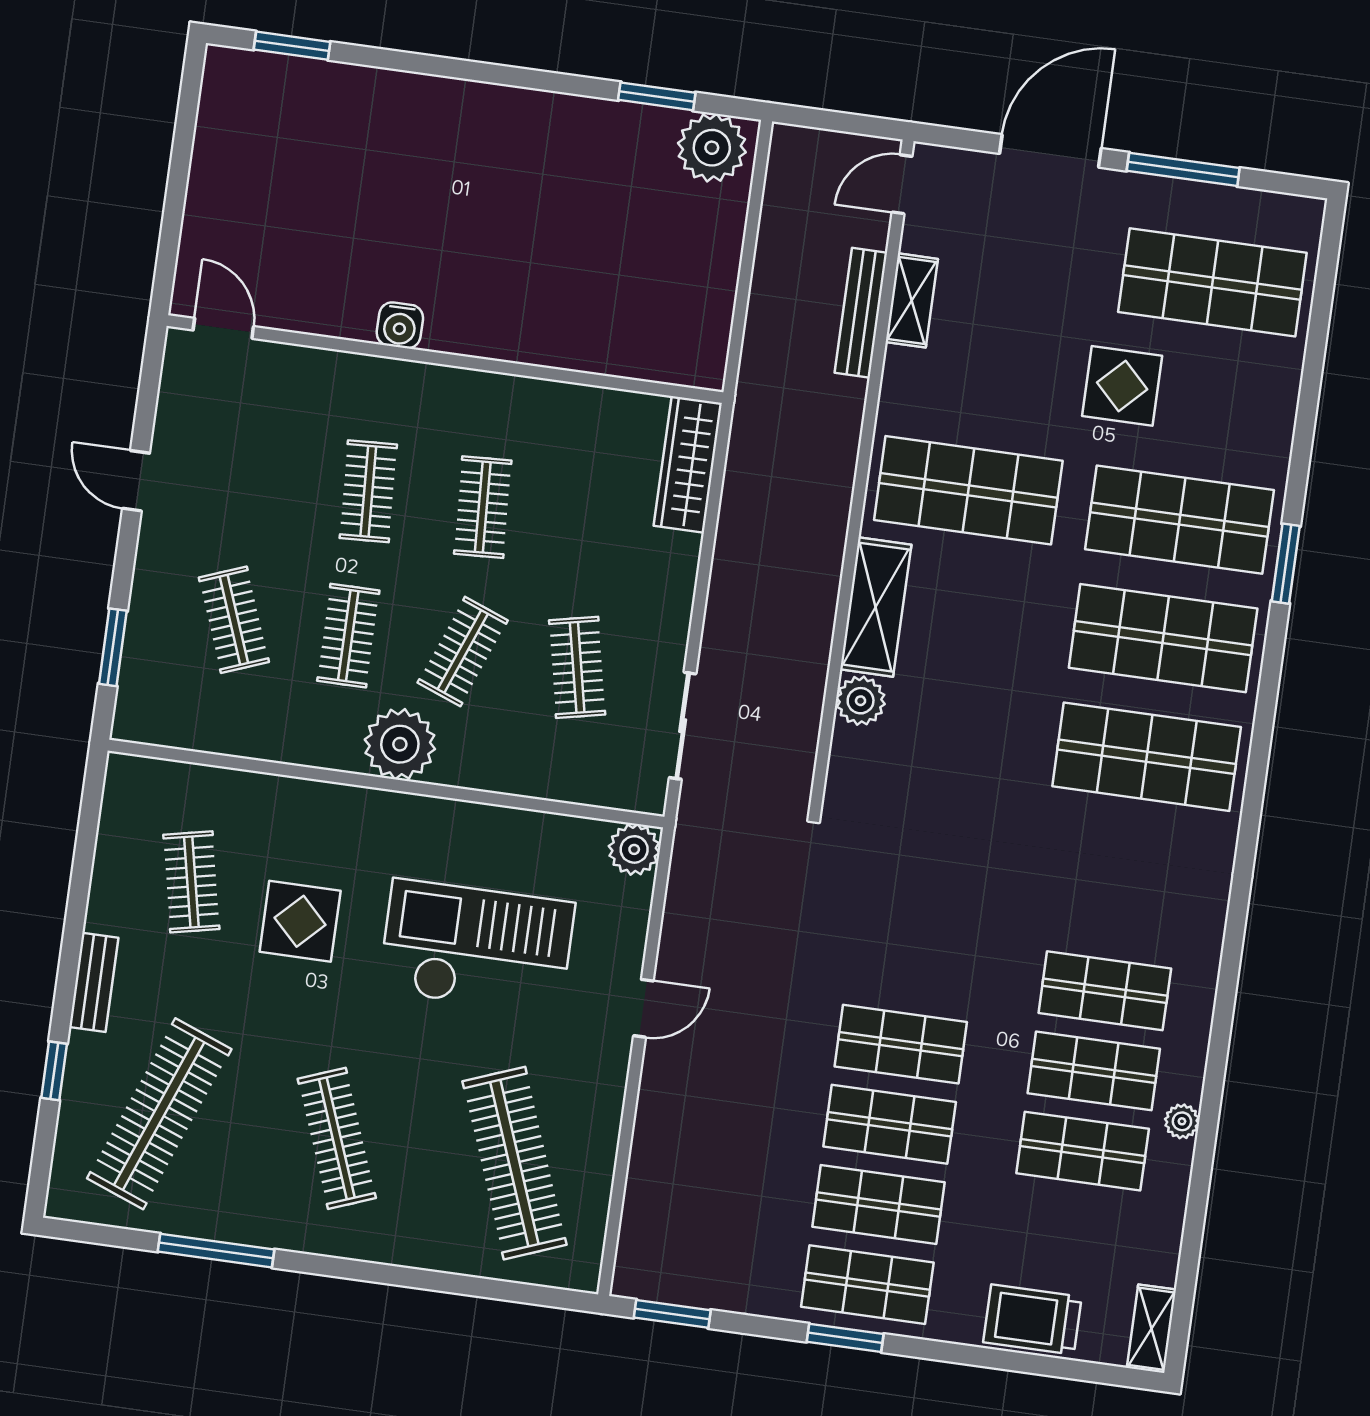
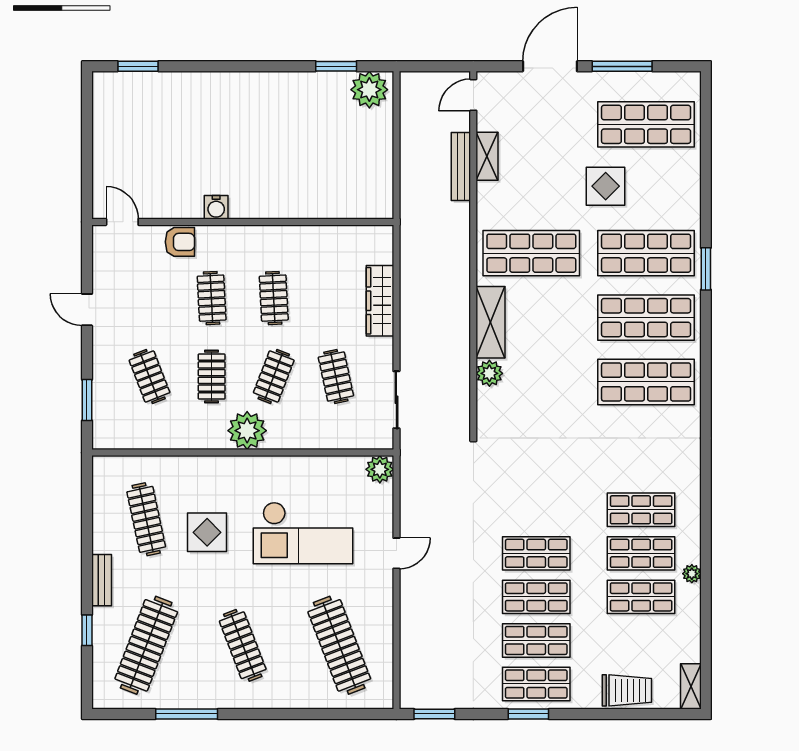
armchair: (324, 380) -> (180, 242), added
wardrobe: (688, 464) -> (380, 301), moved
clothes rail: (191, 882) -> (146, 519), width x1.36
checkout: (477, 947) -> (303, 533), turned 180
trolley: (1032, 1319) -> (627, 690), turned 180

